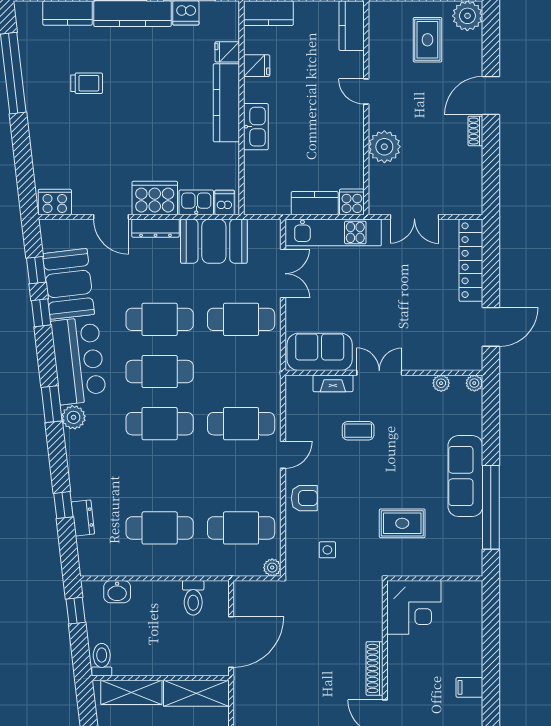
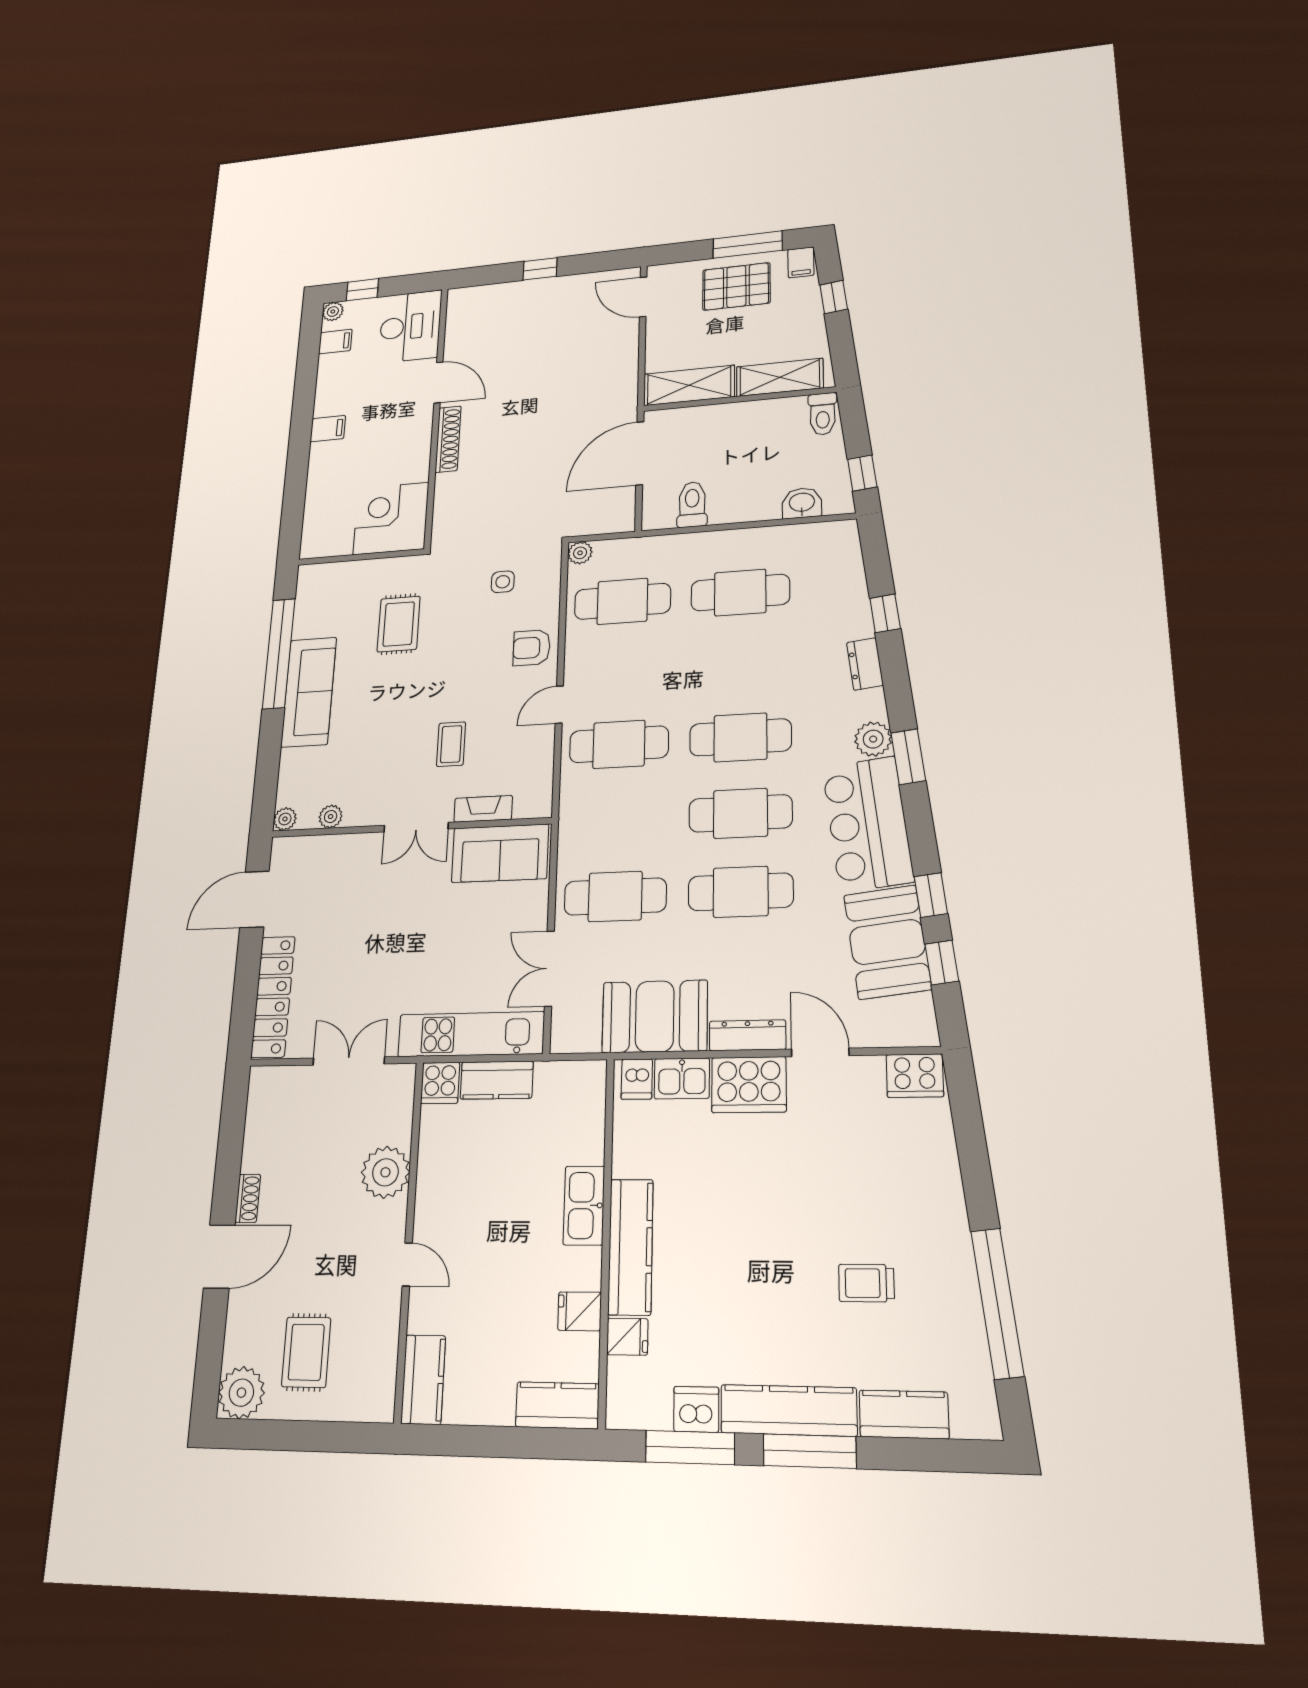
coffee table: (358, 431) -> (451, 744), turned 90
dresser: (83, 518) -> (865, 664), moved
rug: (402, 523) -> (399, 624), turned 90

